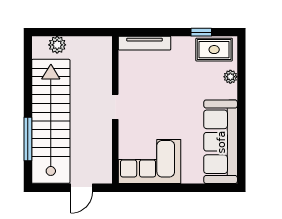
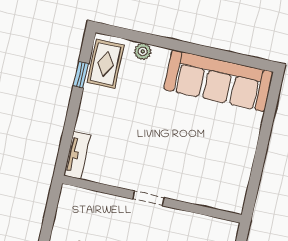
tv unit: (145, 43) -> (77, 155), width x0.71
corner sofa: (150, 162) -> (223, 172), removed

